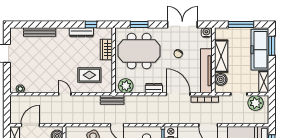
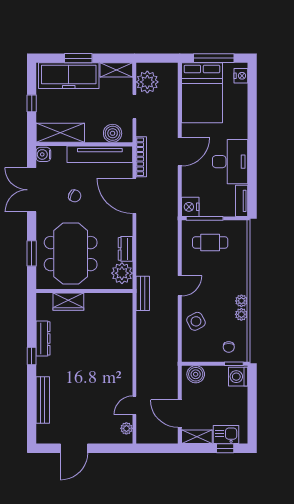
window: (91, 24) -> (32, 356), moved
window: (241, 24) -> (32, 103), width x0.46
window: (272, 46) -> (78, 58), moved
shelving: (221, 56) -> (60, 133), moved
rug: (89, 75) -> (106, 327), removed
dresser: (154, 88) -> (125, 249), moved
door: (65, 94) -> (134, 405), moved
door: (178, 94) -> (134, 196), hinge flipped

